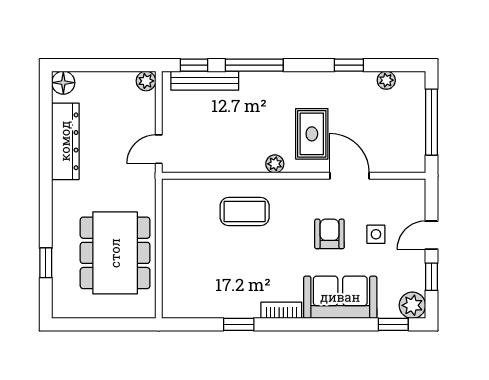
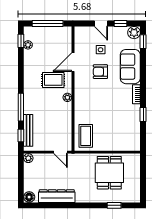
window: (349, 65) -> (21, 41), moved
coffee table: (245, 211) -> (86, 136), moved
dining table: (115, 253) -> (109, 173), width x0.73

